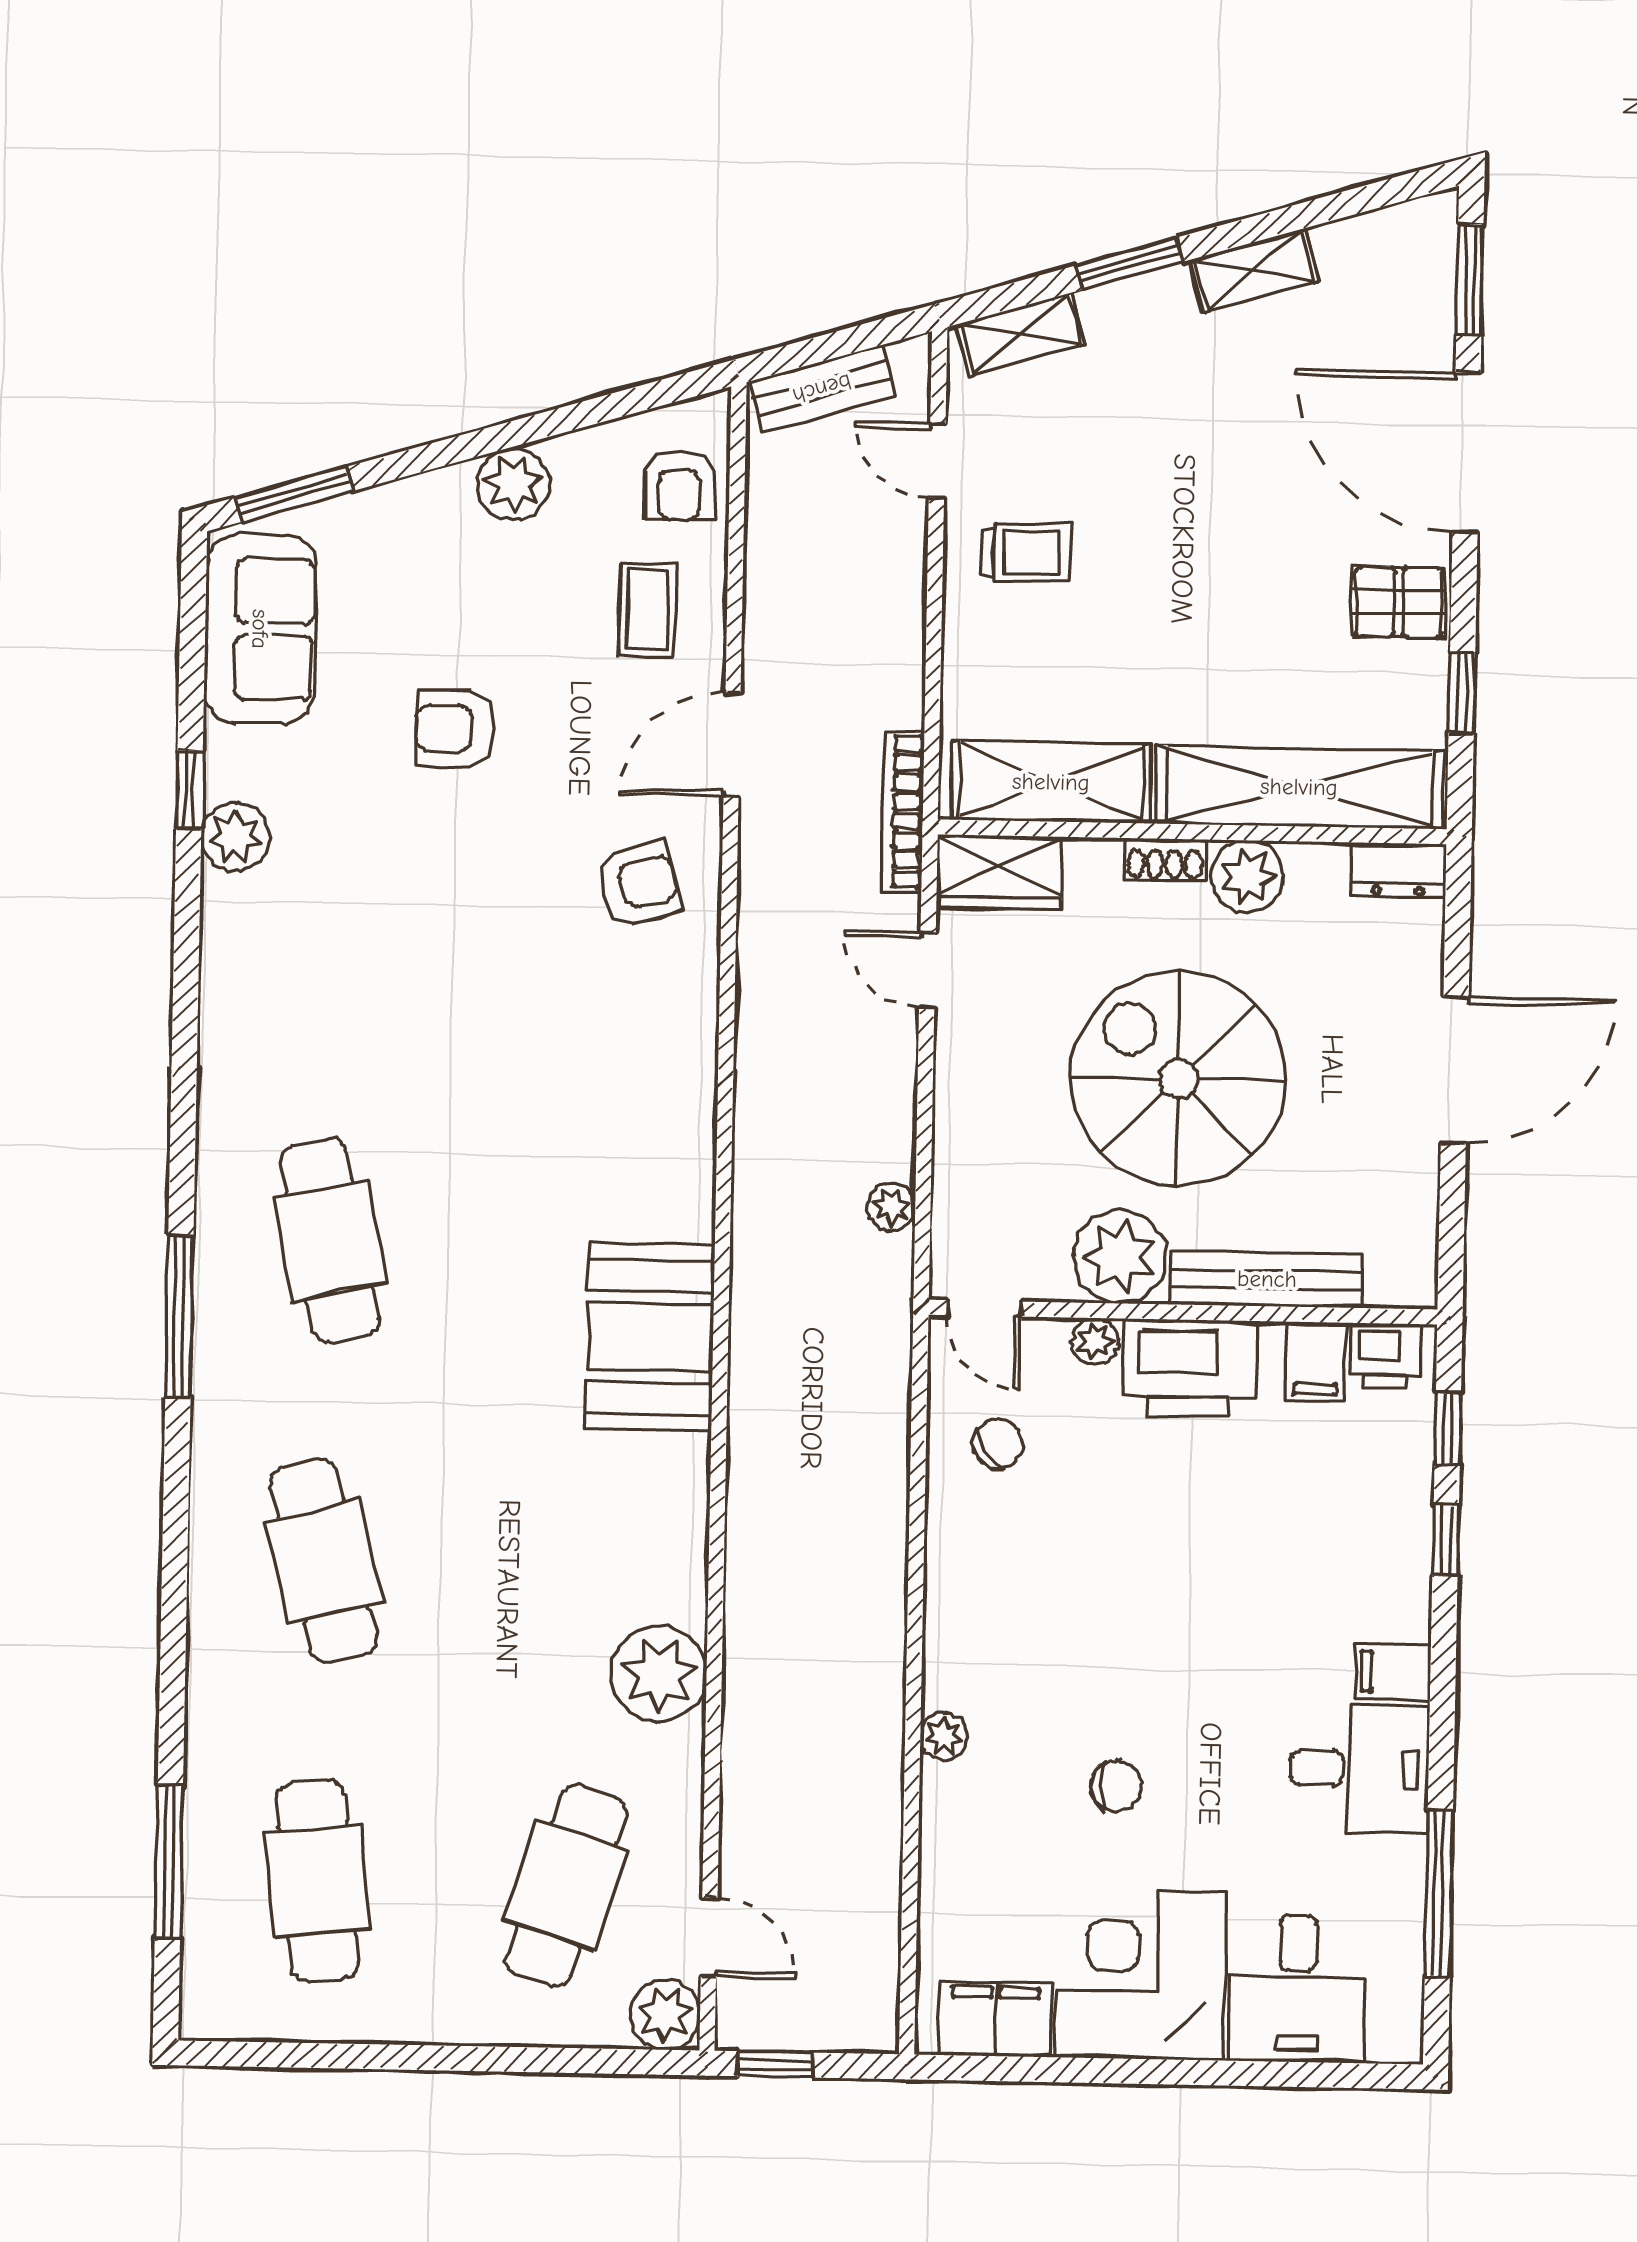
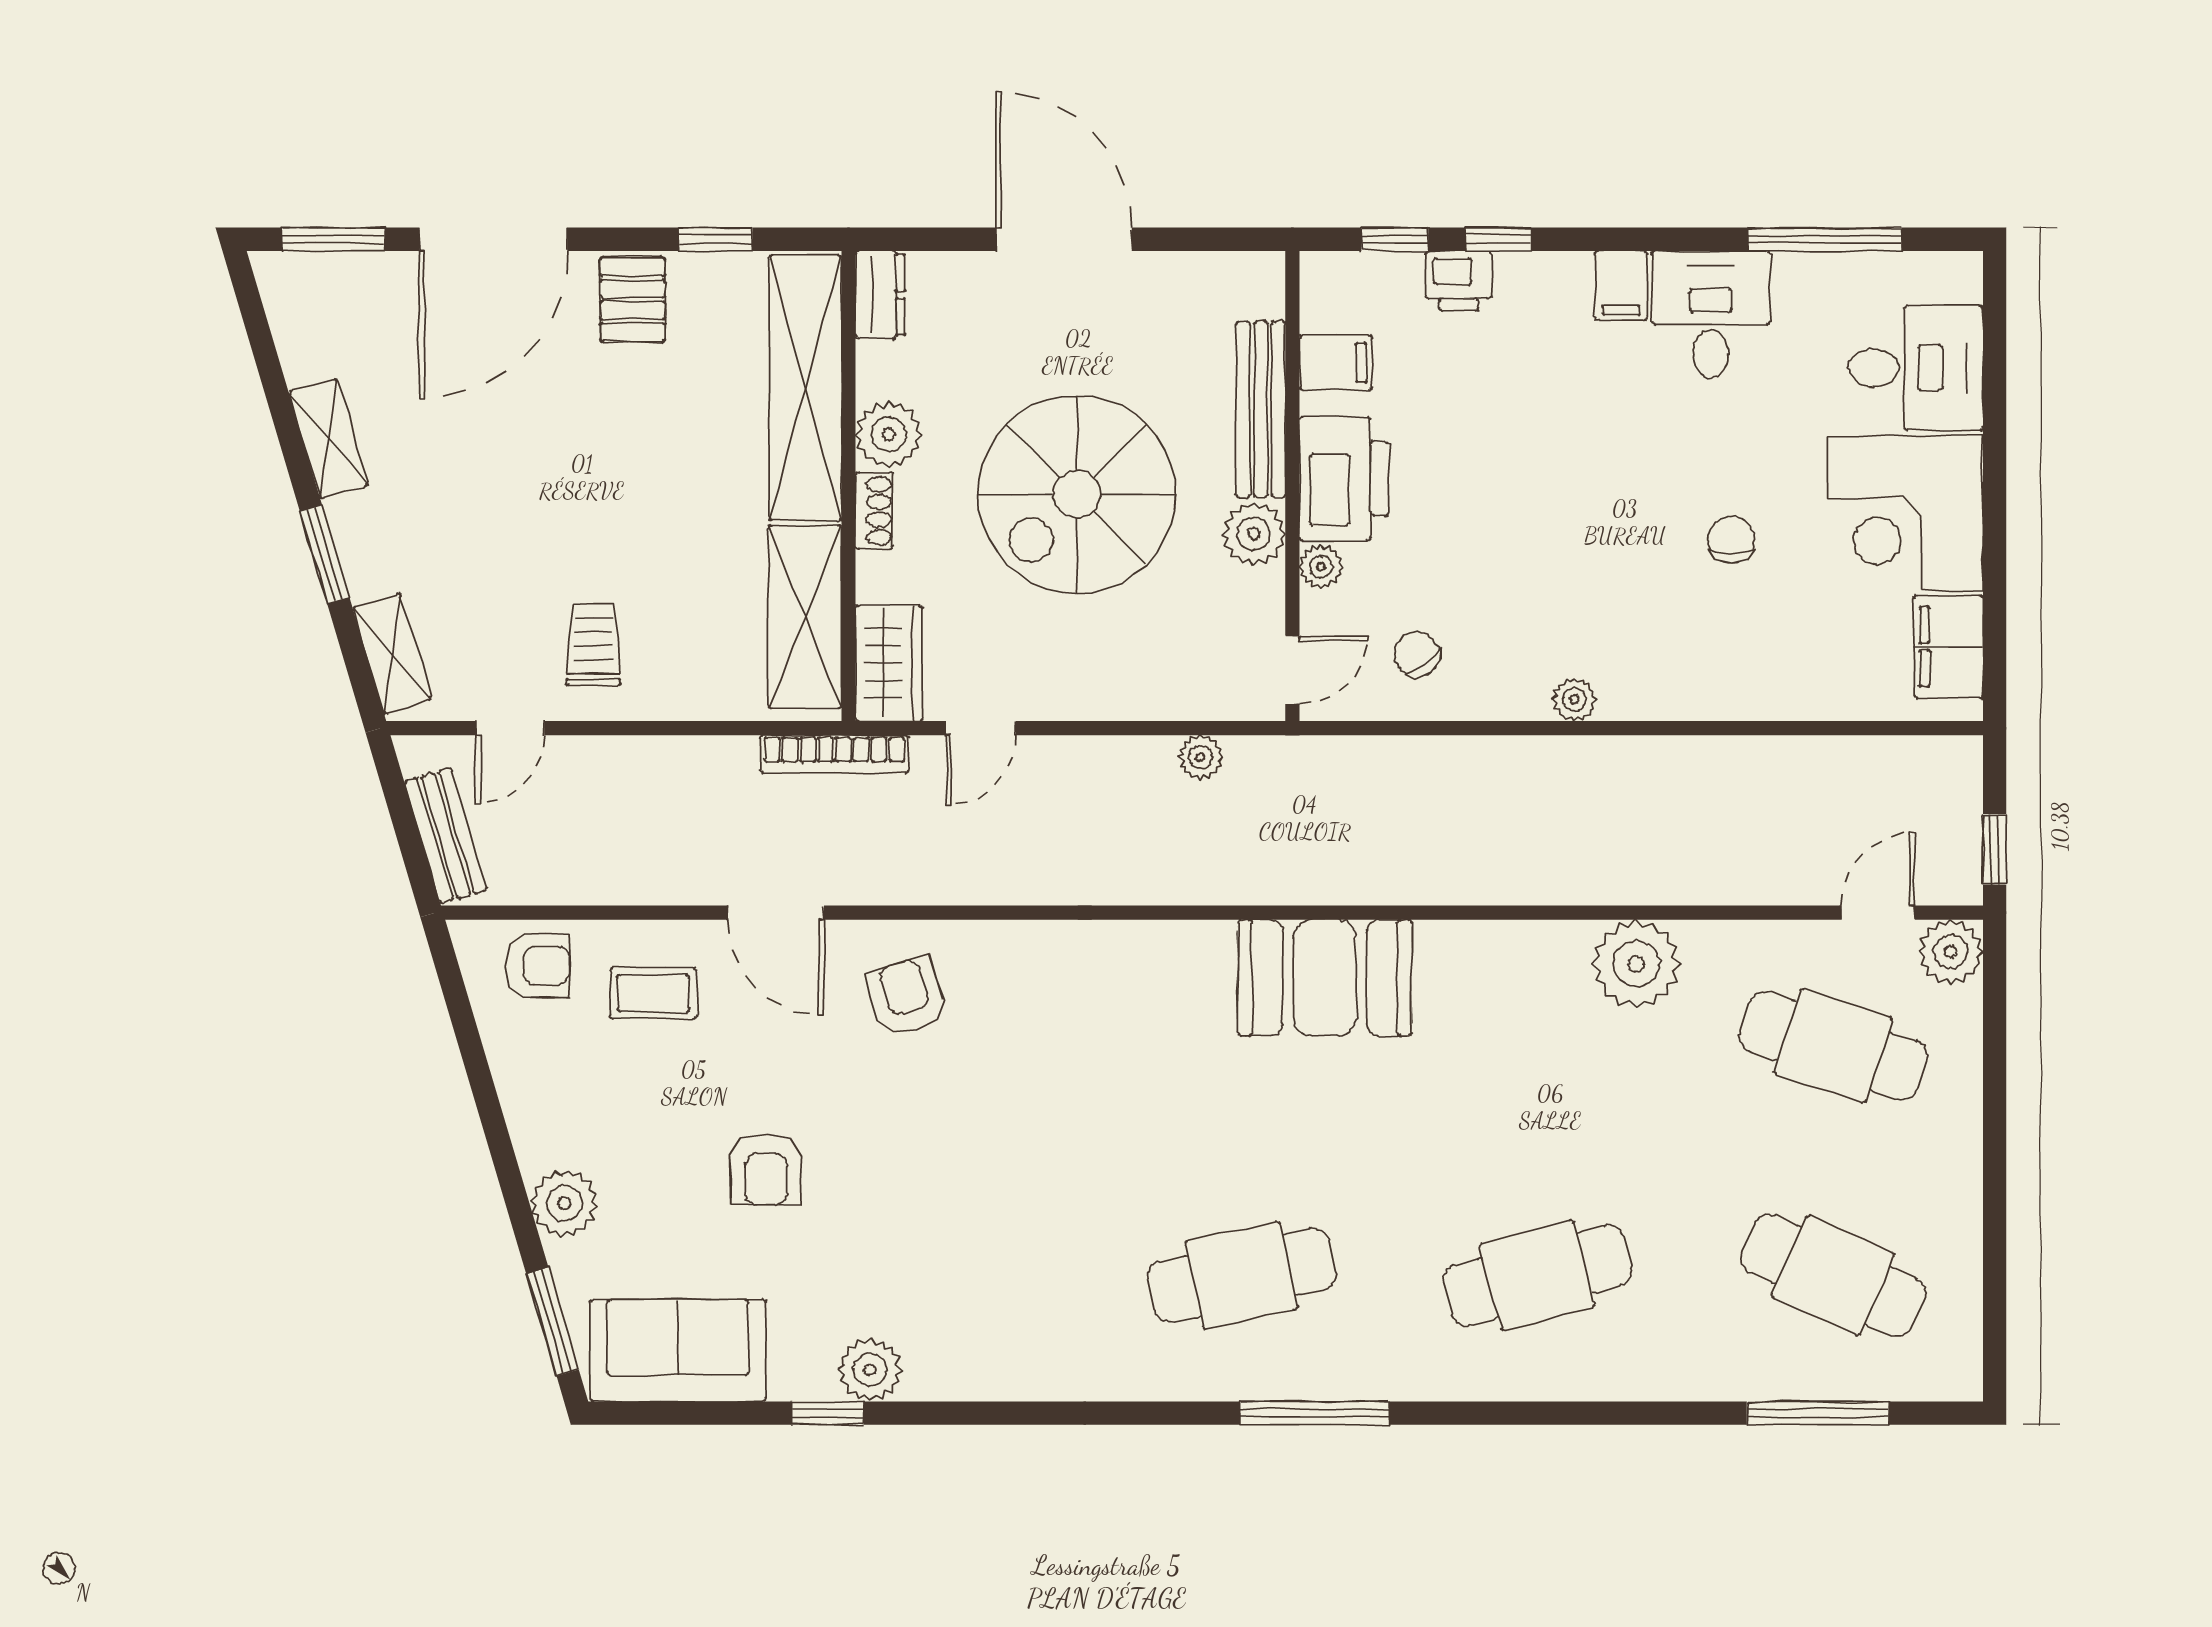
plant: (513, 484) -> (564, 1203), moved
plant: (1120, 1257) -> (1254, 534), width x0.73, depth x0.73
printer: (1386, 1356) -> (1458, 281), moved, turned 90
plant: (944, 1736) -> (1574, 699), moved
cafe table: (318, 1881) -> (1833, 1275), turned 30

